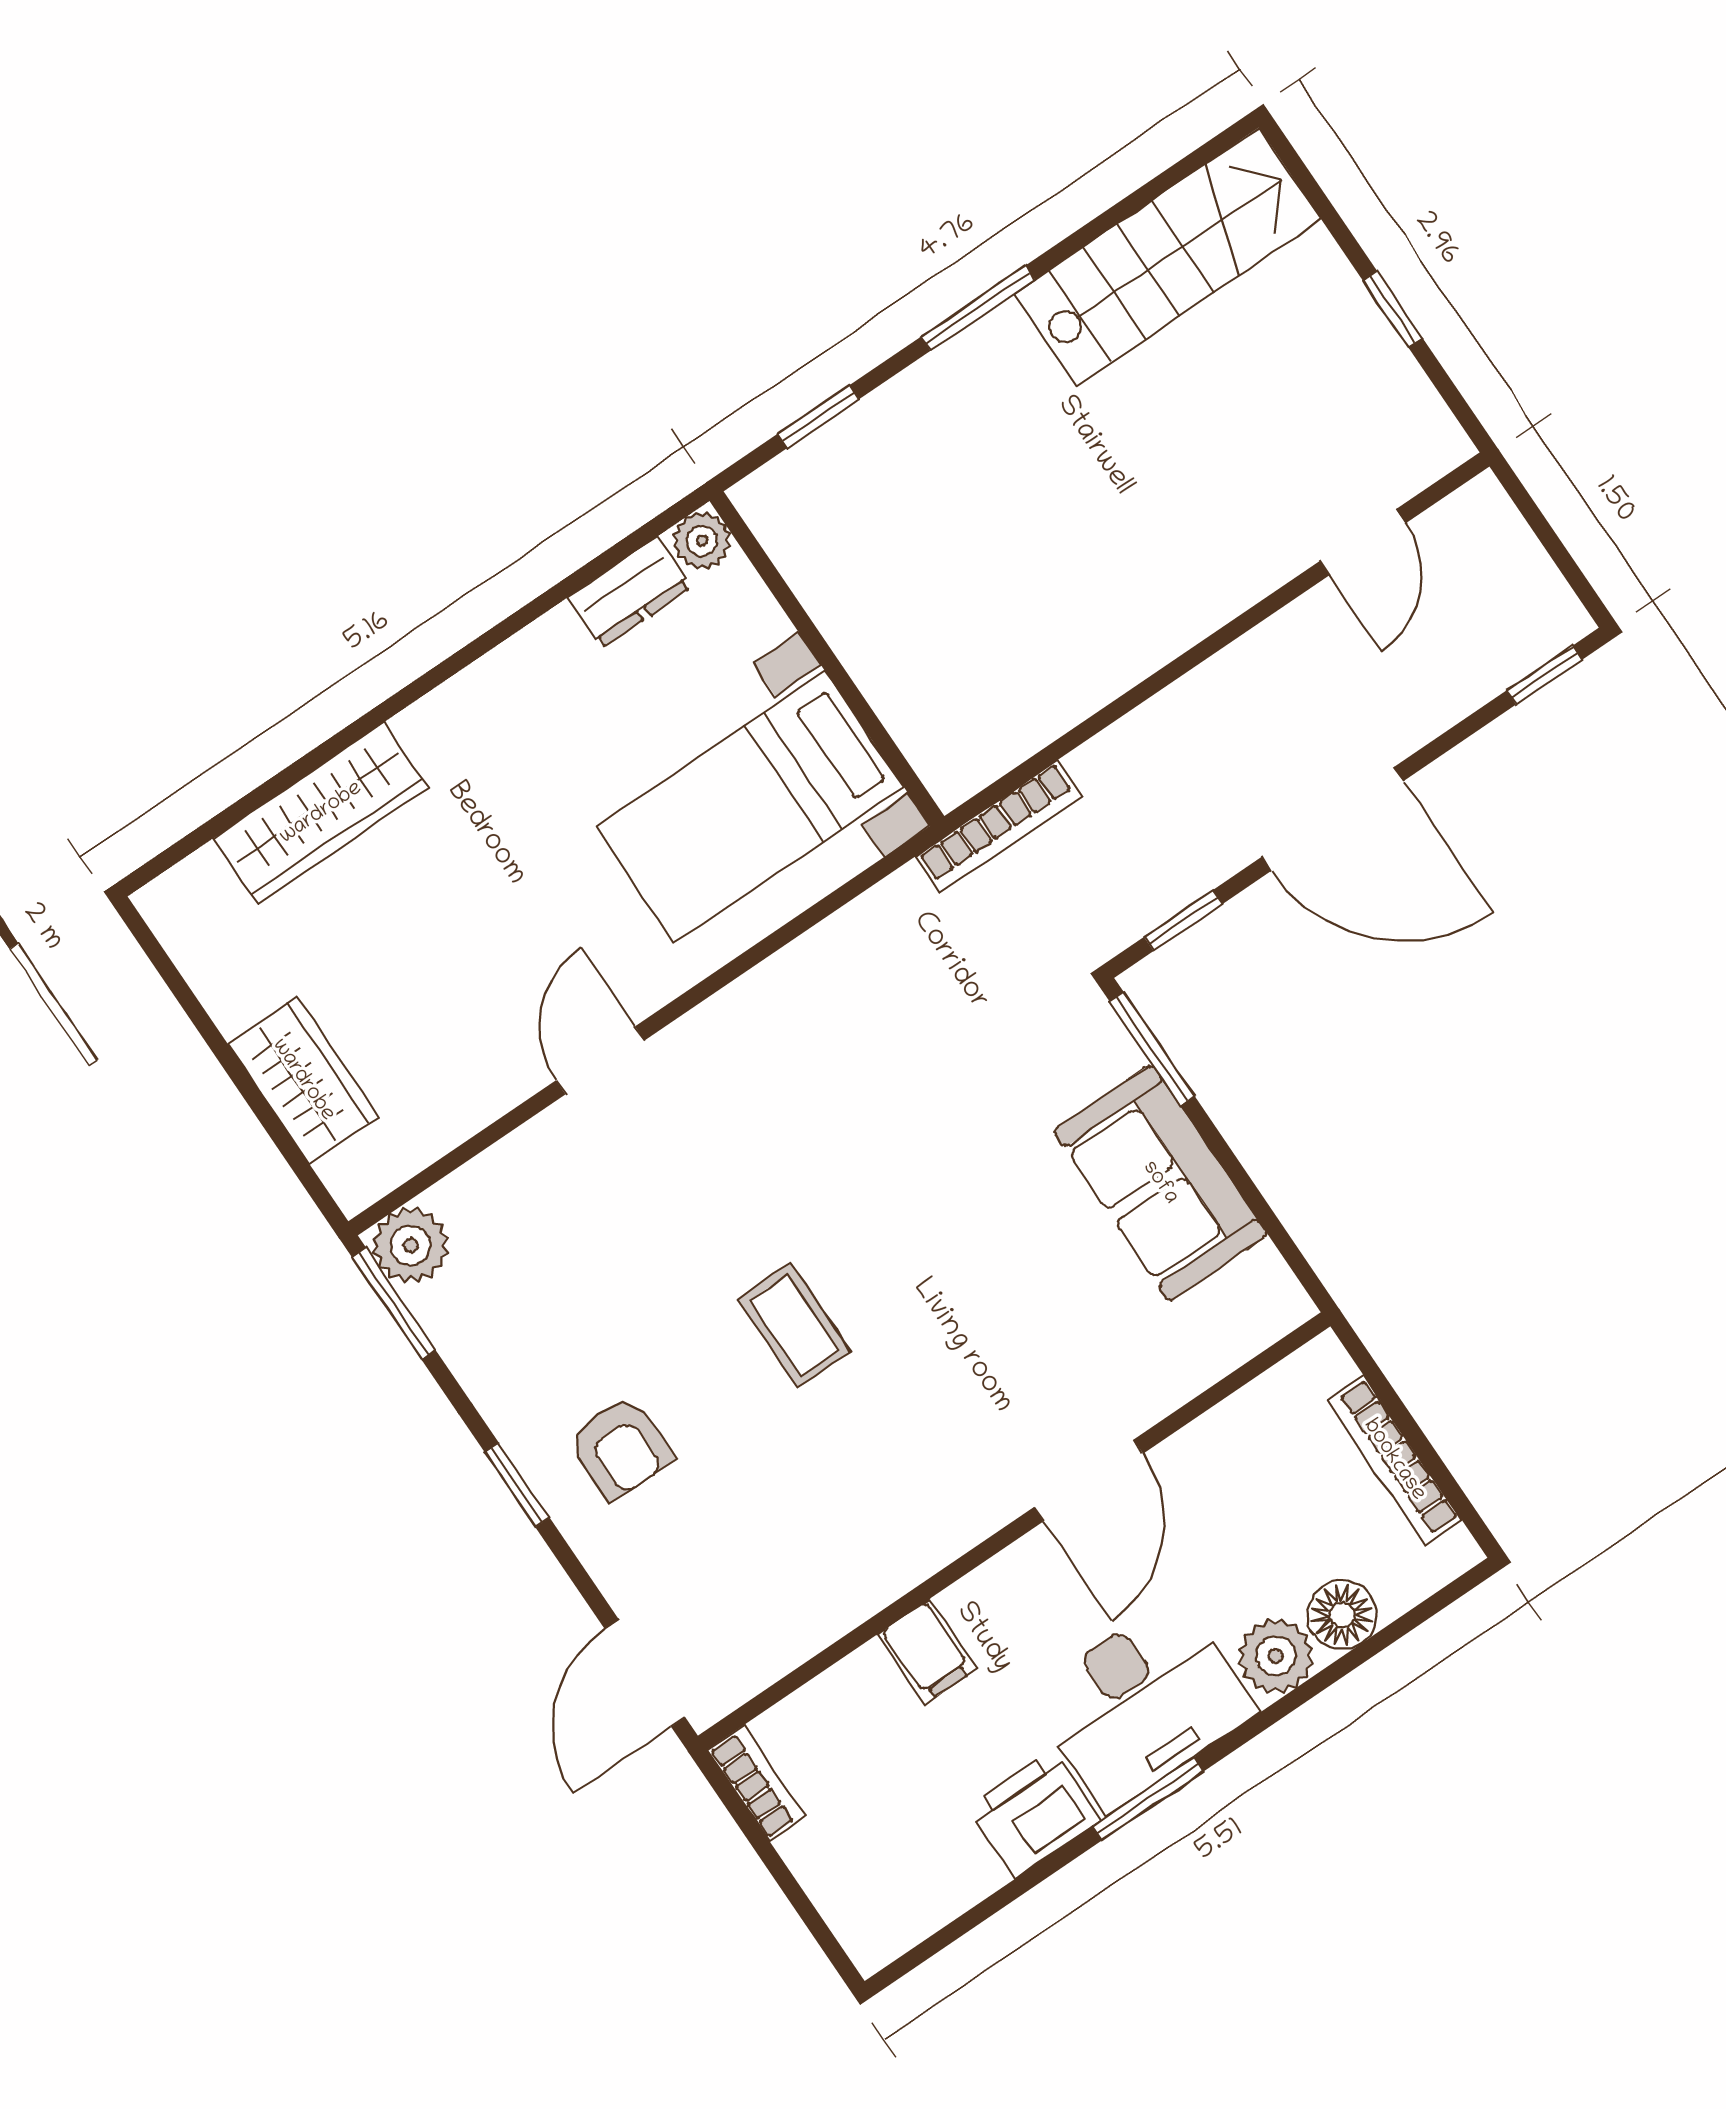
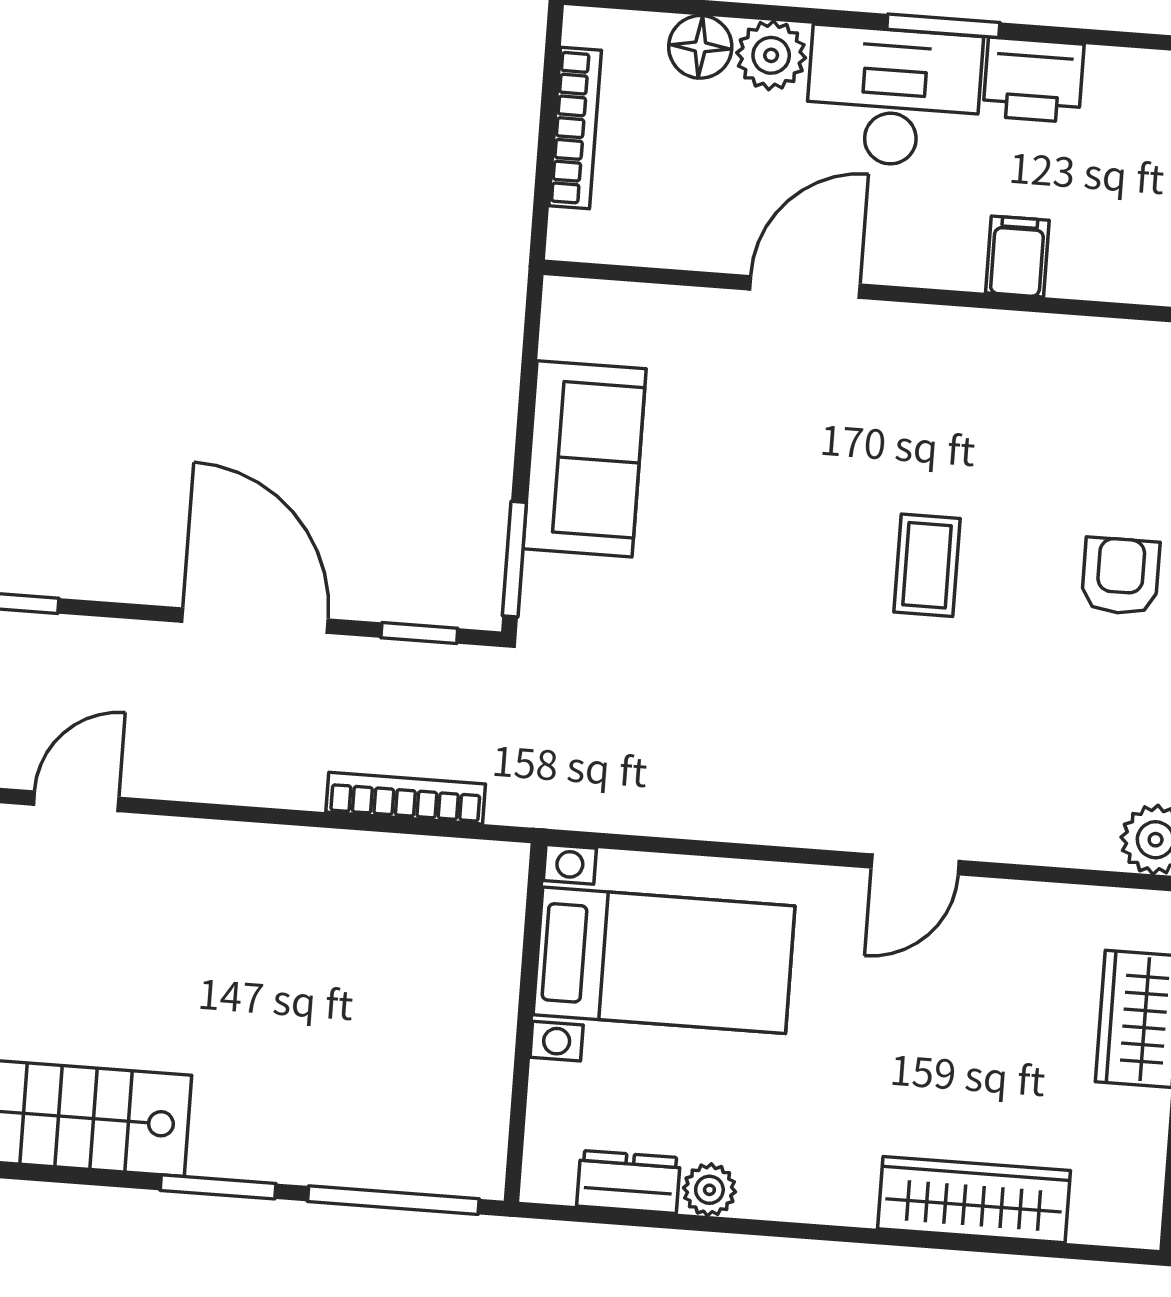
window: (819, 416) -> (393, 1200), width x2.17
plant: (702, 541) -> (709, 1190), moved
bookcase: (999, 826) -> (406, 798), moved

